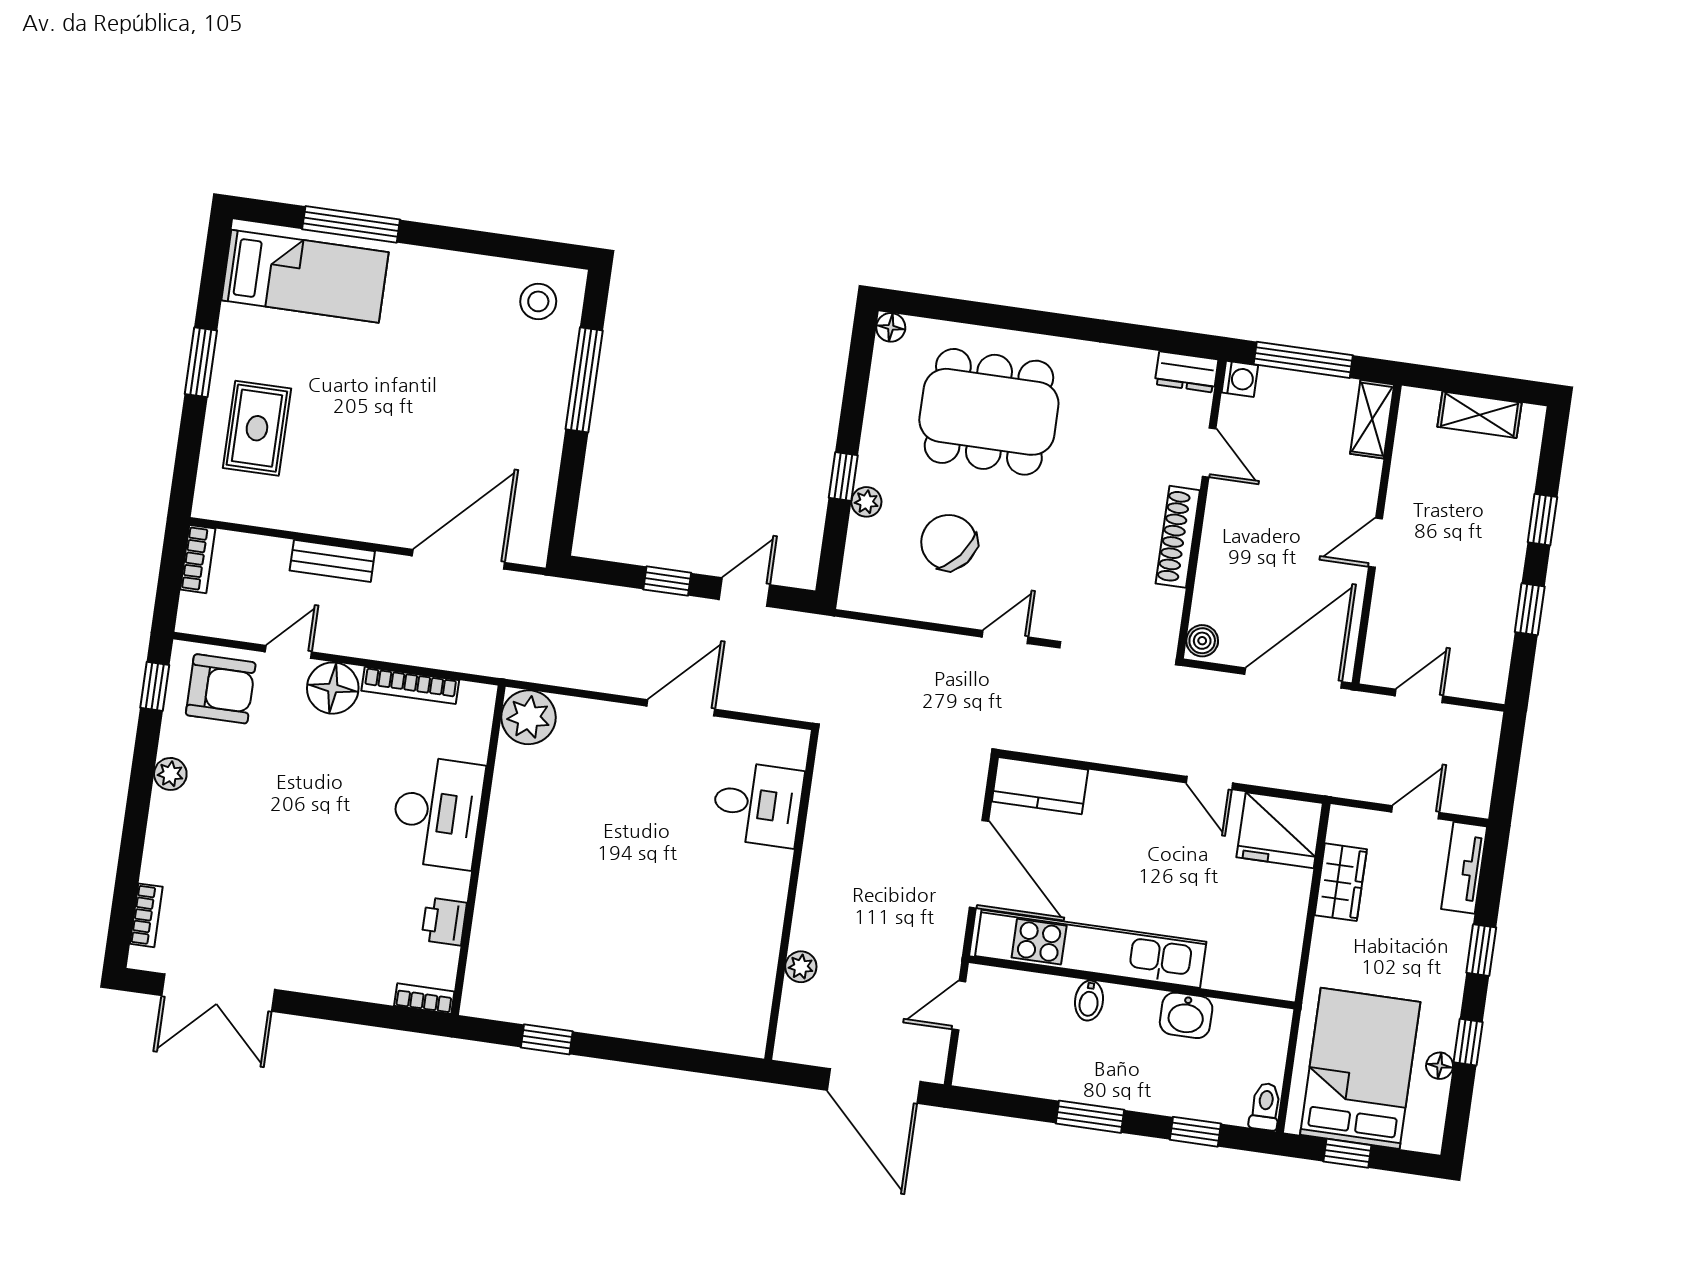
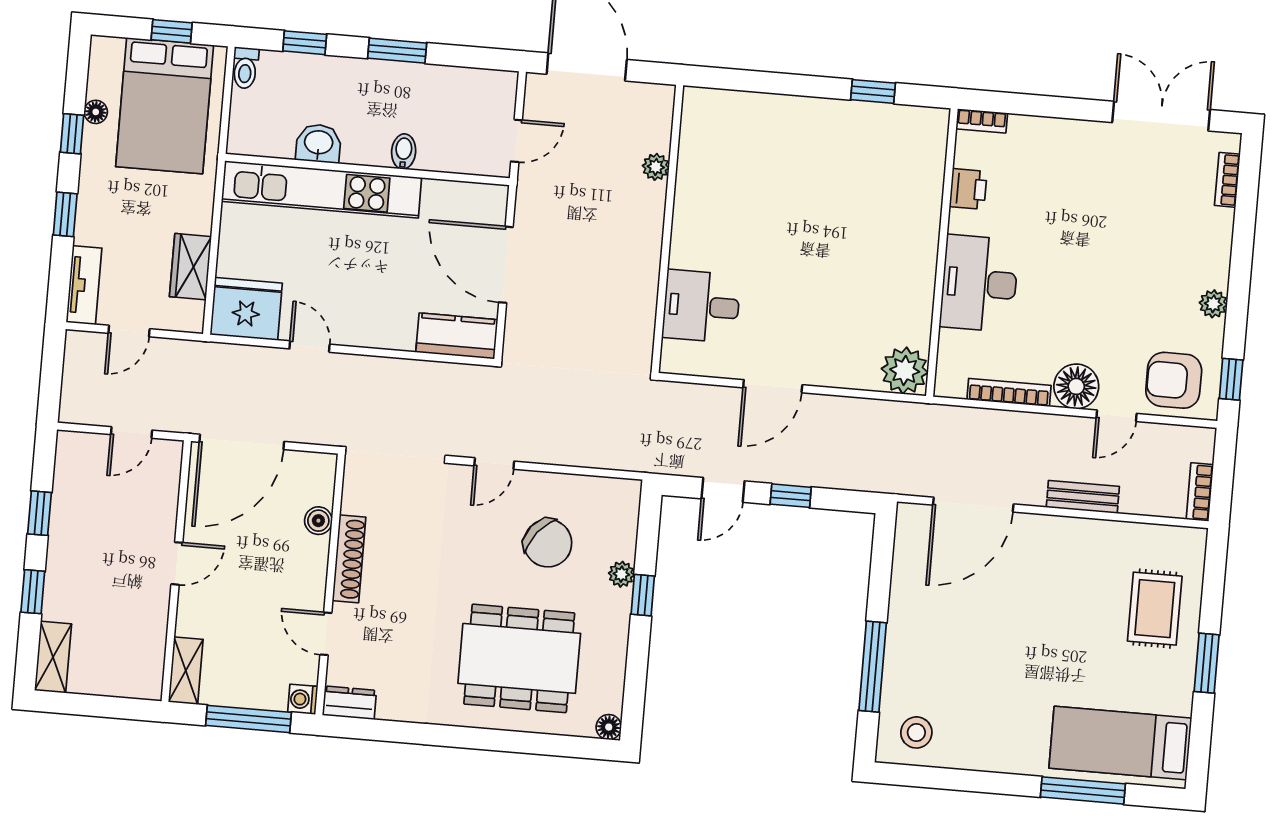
shelving: (1480, 415) -> (53, 657), moved, turned 90
boiler: (1202, 641) -> (318, 521), moved
kitchen unit: (1091, 949) -> (322, 189), moved

